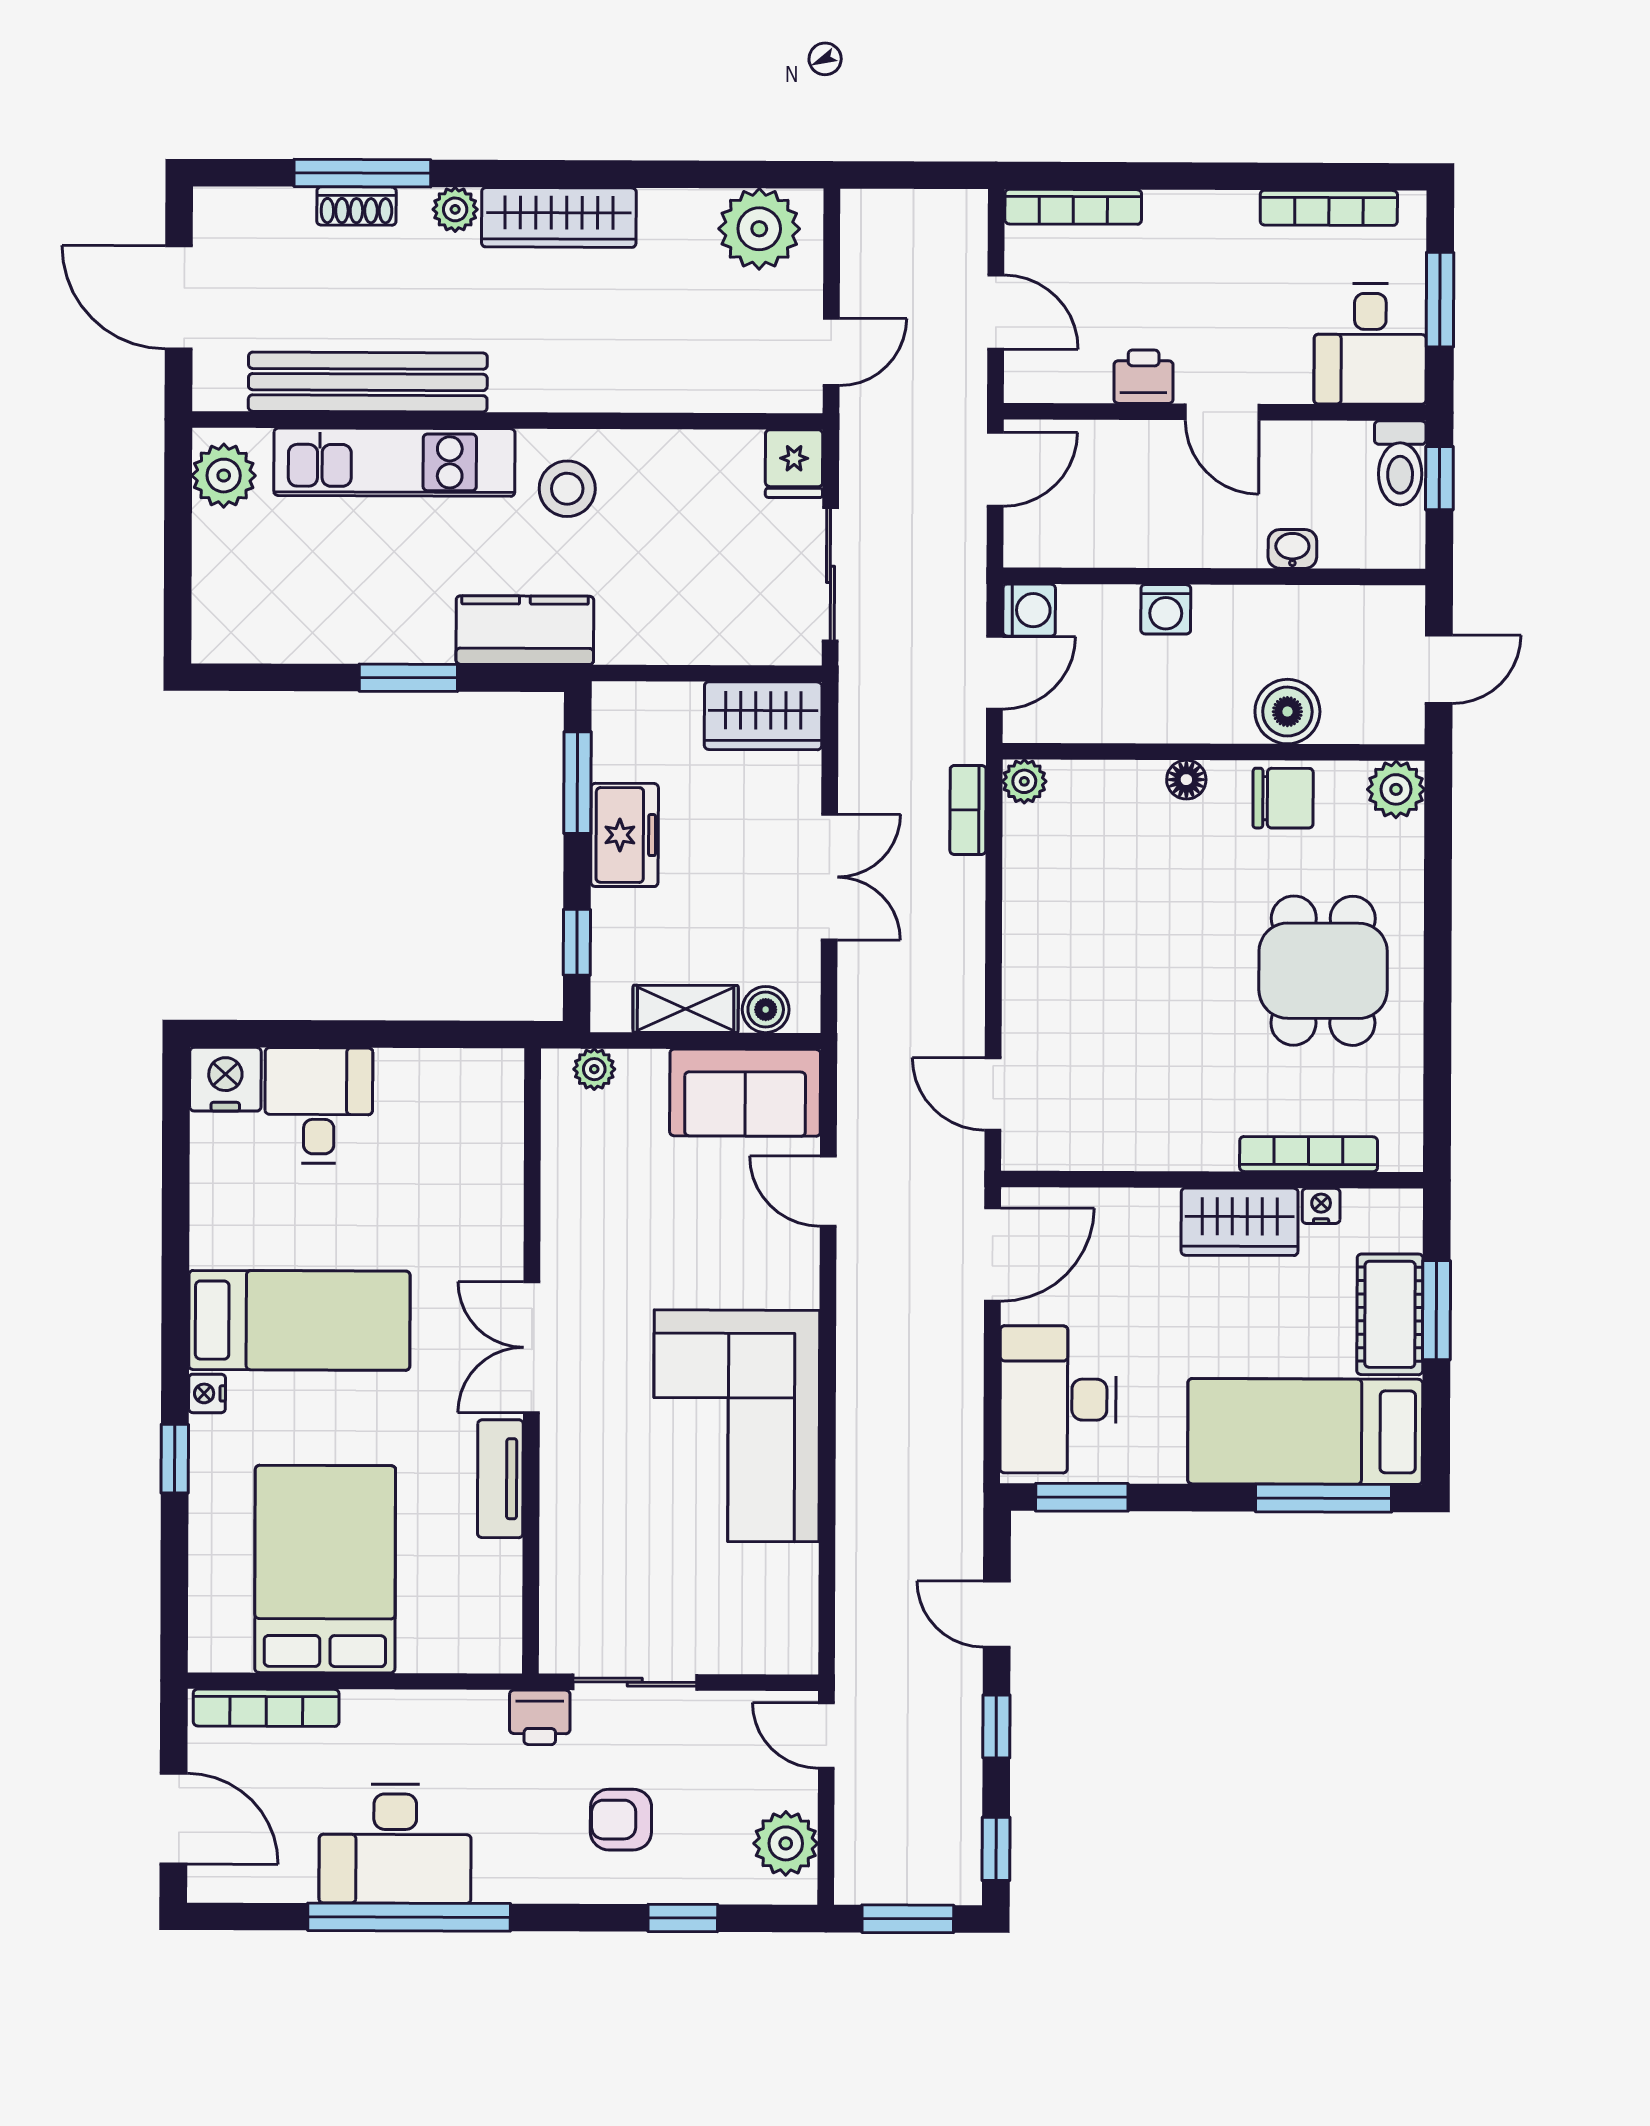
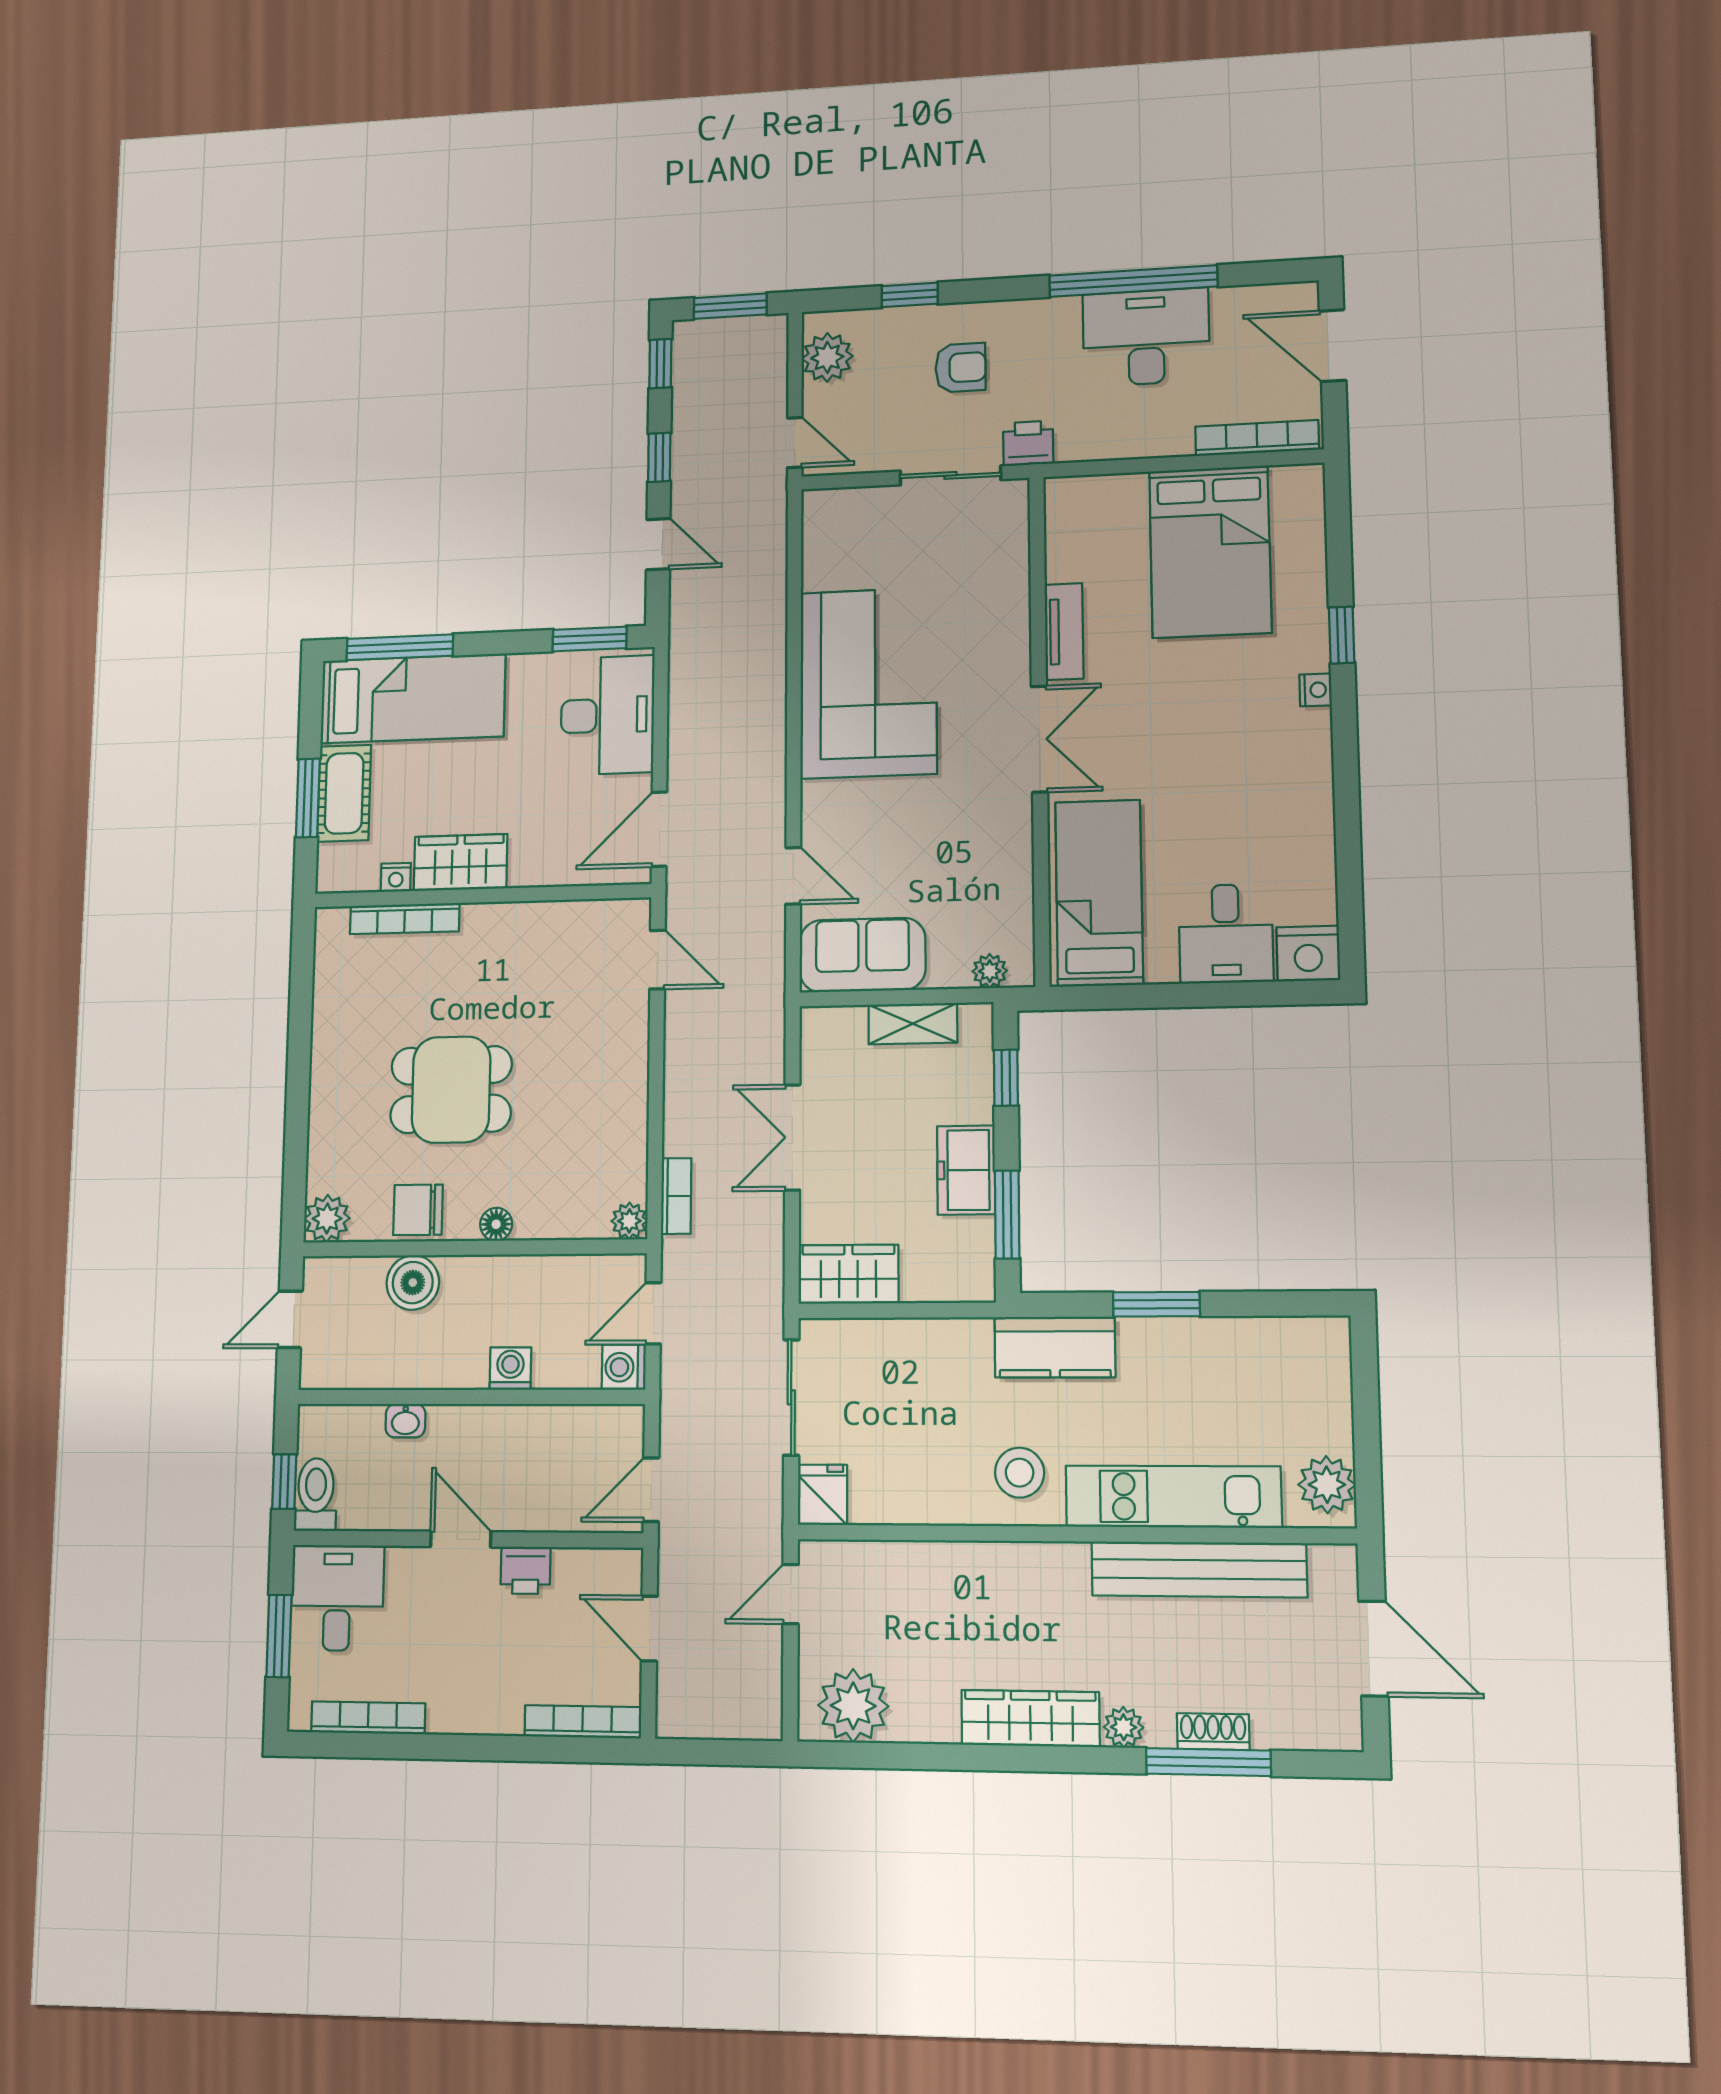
dining table: (1323, 971) -> (451, 1090), moved, turned 90
boiler: (766, 1010) -> (845, 1025), removed
bed: (299, 1320) -> (1099, 893), moved, turned 90

